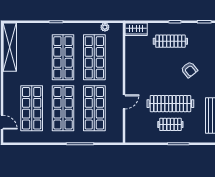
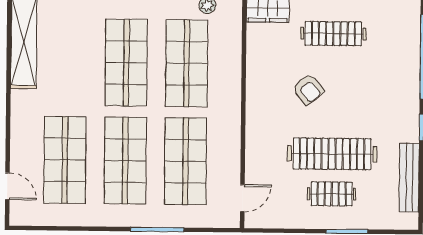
armchair: (189, 70) -> (308, 89), moved
door: (124, 102) -> (242, 198), moved

